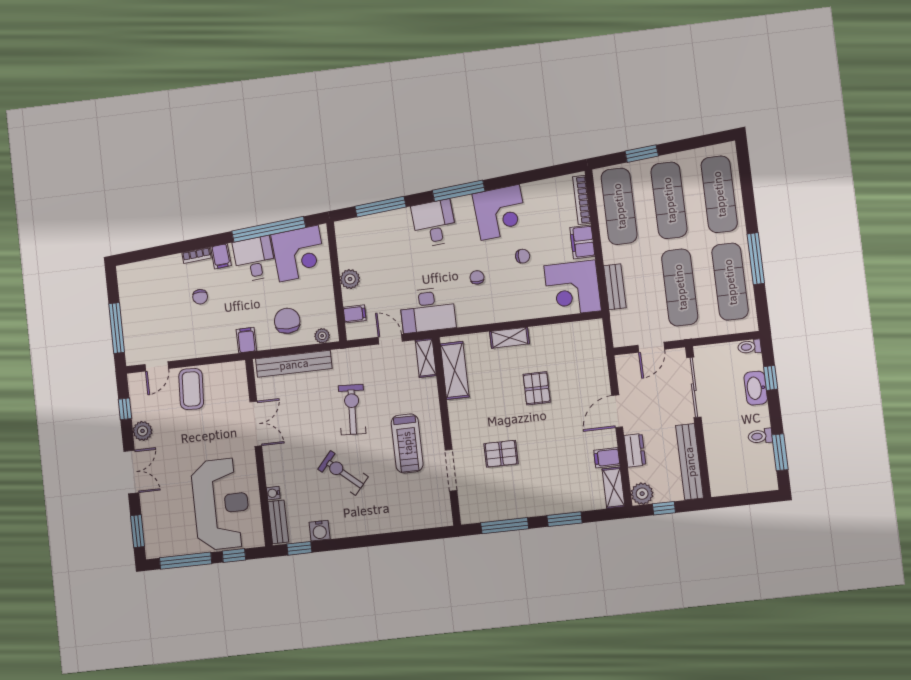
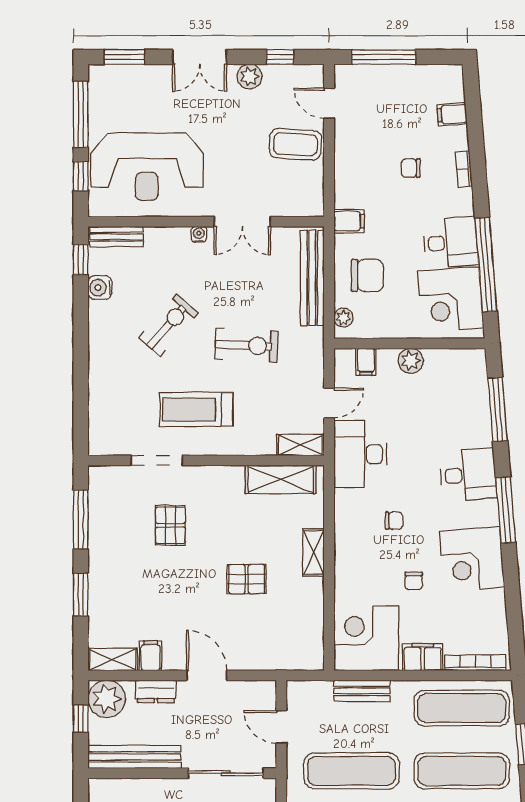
filing cabinet: (221, 256) -> (452, 114), moved
water cooler: (273, 493) -> (199, 234), moved
plant: (642, 494) -> (107, 699), width x1.36, depth x1.36

